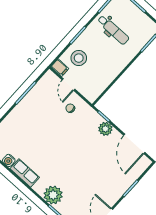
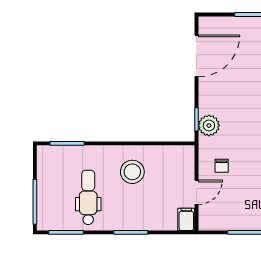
stool: (79, 58) -> (132, 172), moved
plant: (105, 129) -> (209, 125), moved

